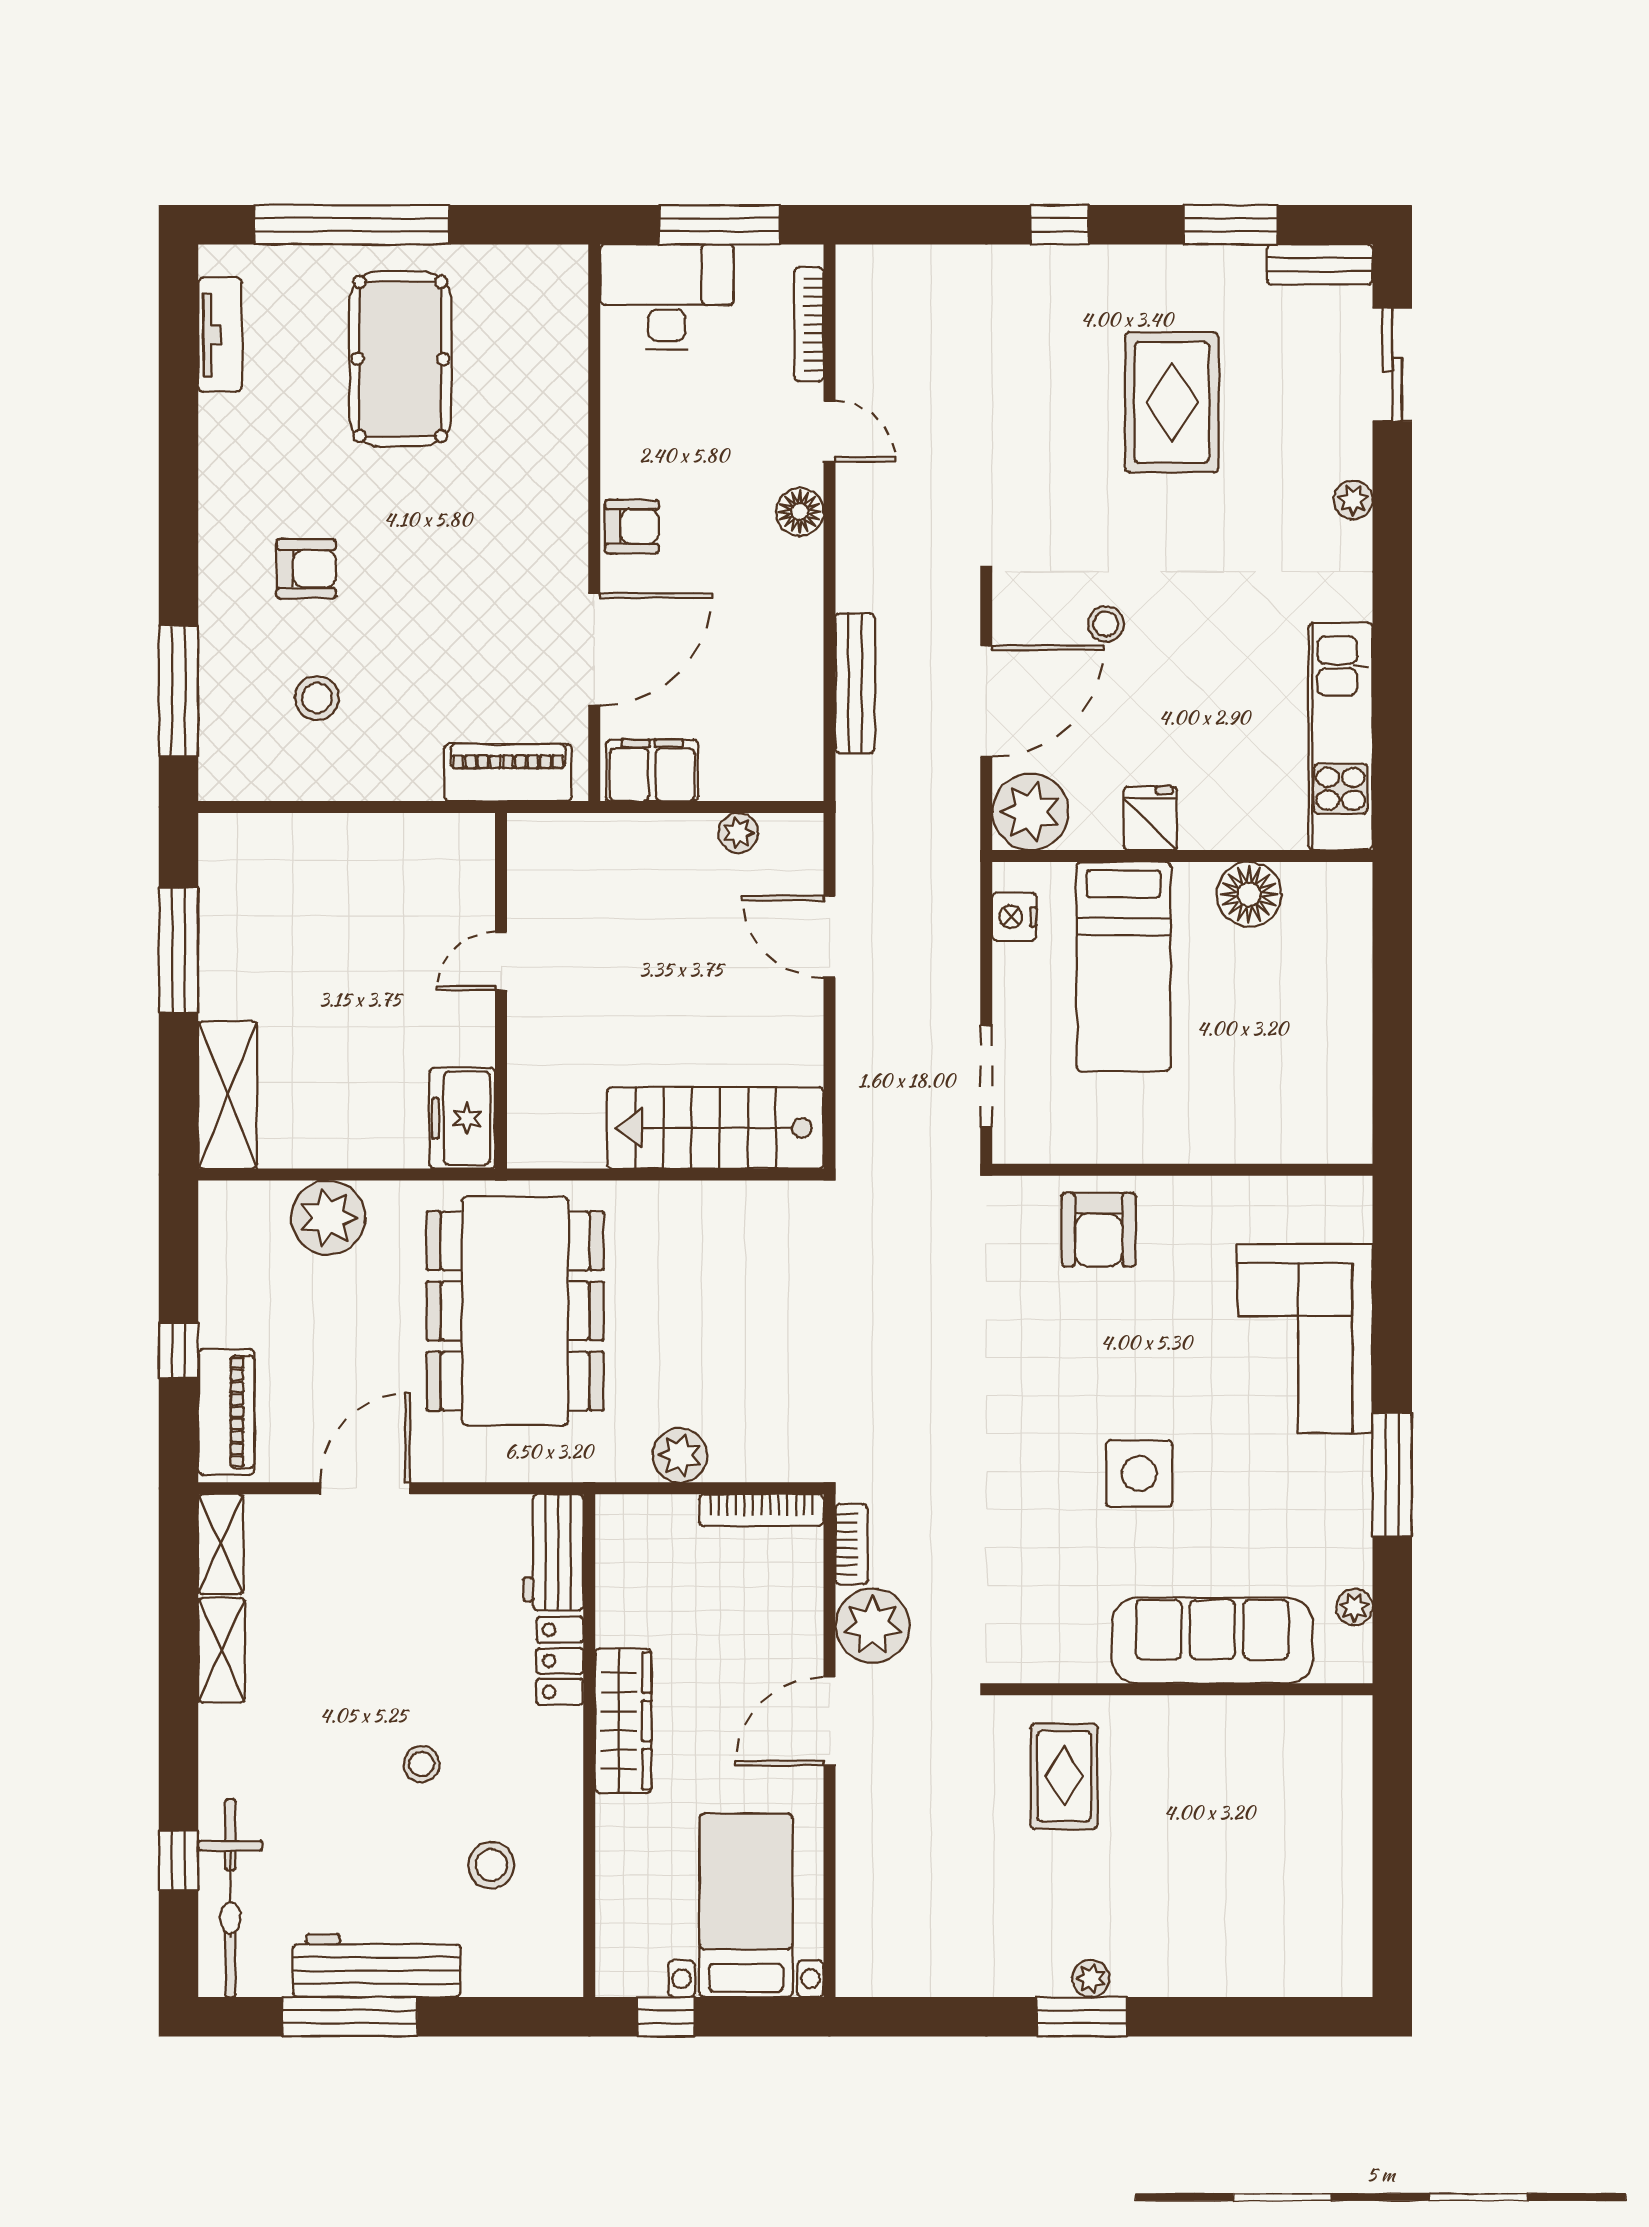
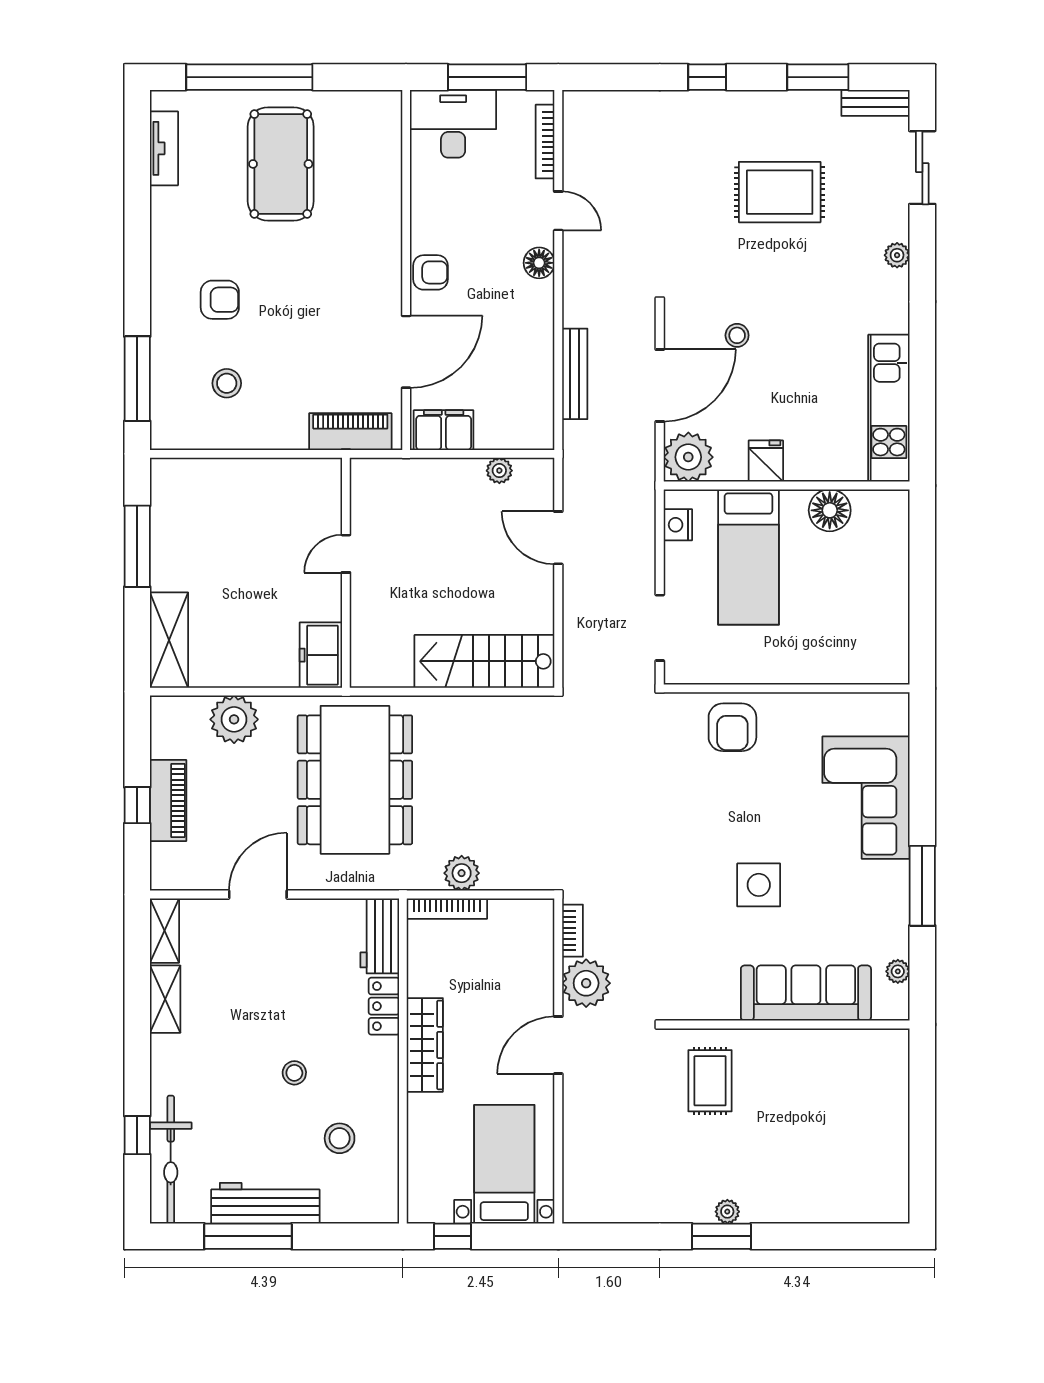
rug: (1172, 402) -> (780, 192), turned 90
piano: (226, 1412) -> (168, 801), moved
bookcase: (762, 1510) -> (447, 909), moved

